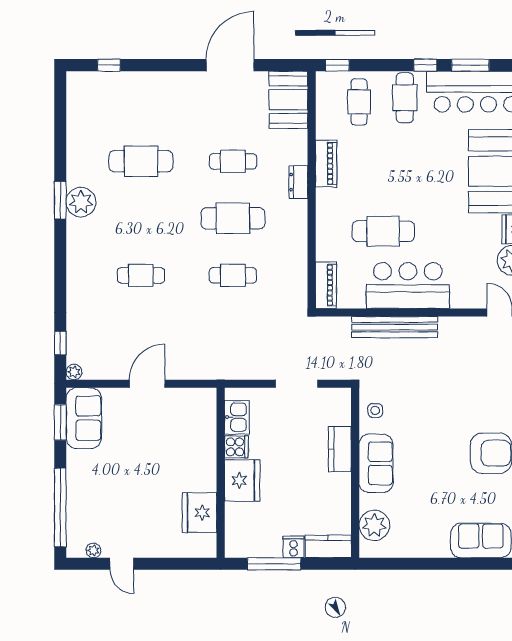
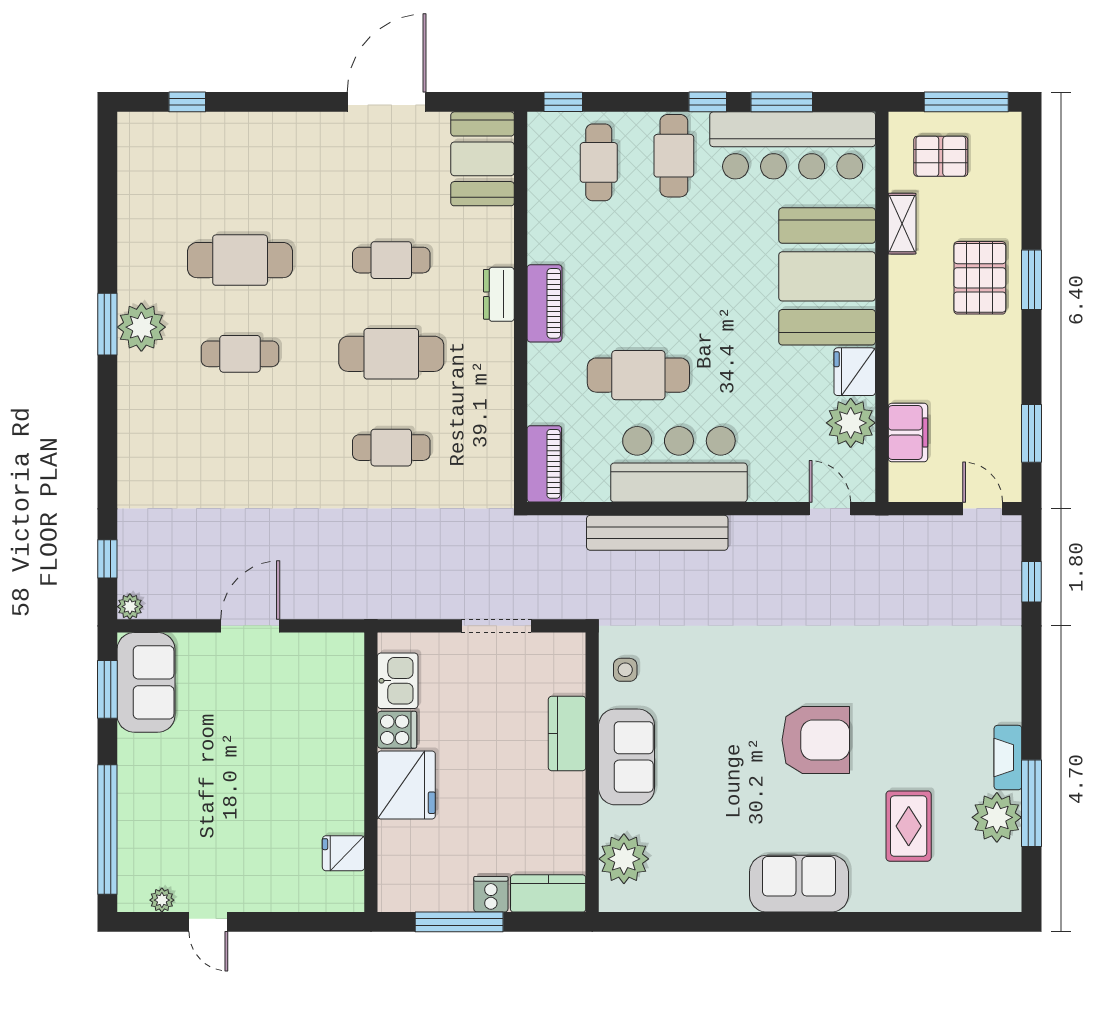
piano: (326, 164) -> (544, 303), moved
cafe table: (141, 275) -> (240, 354), moved
fridge: (200, 513) -> (343, 853), width x0.53, depth x0.75

